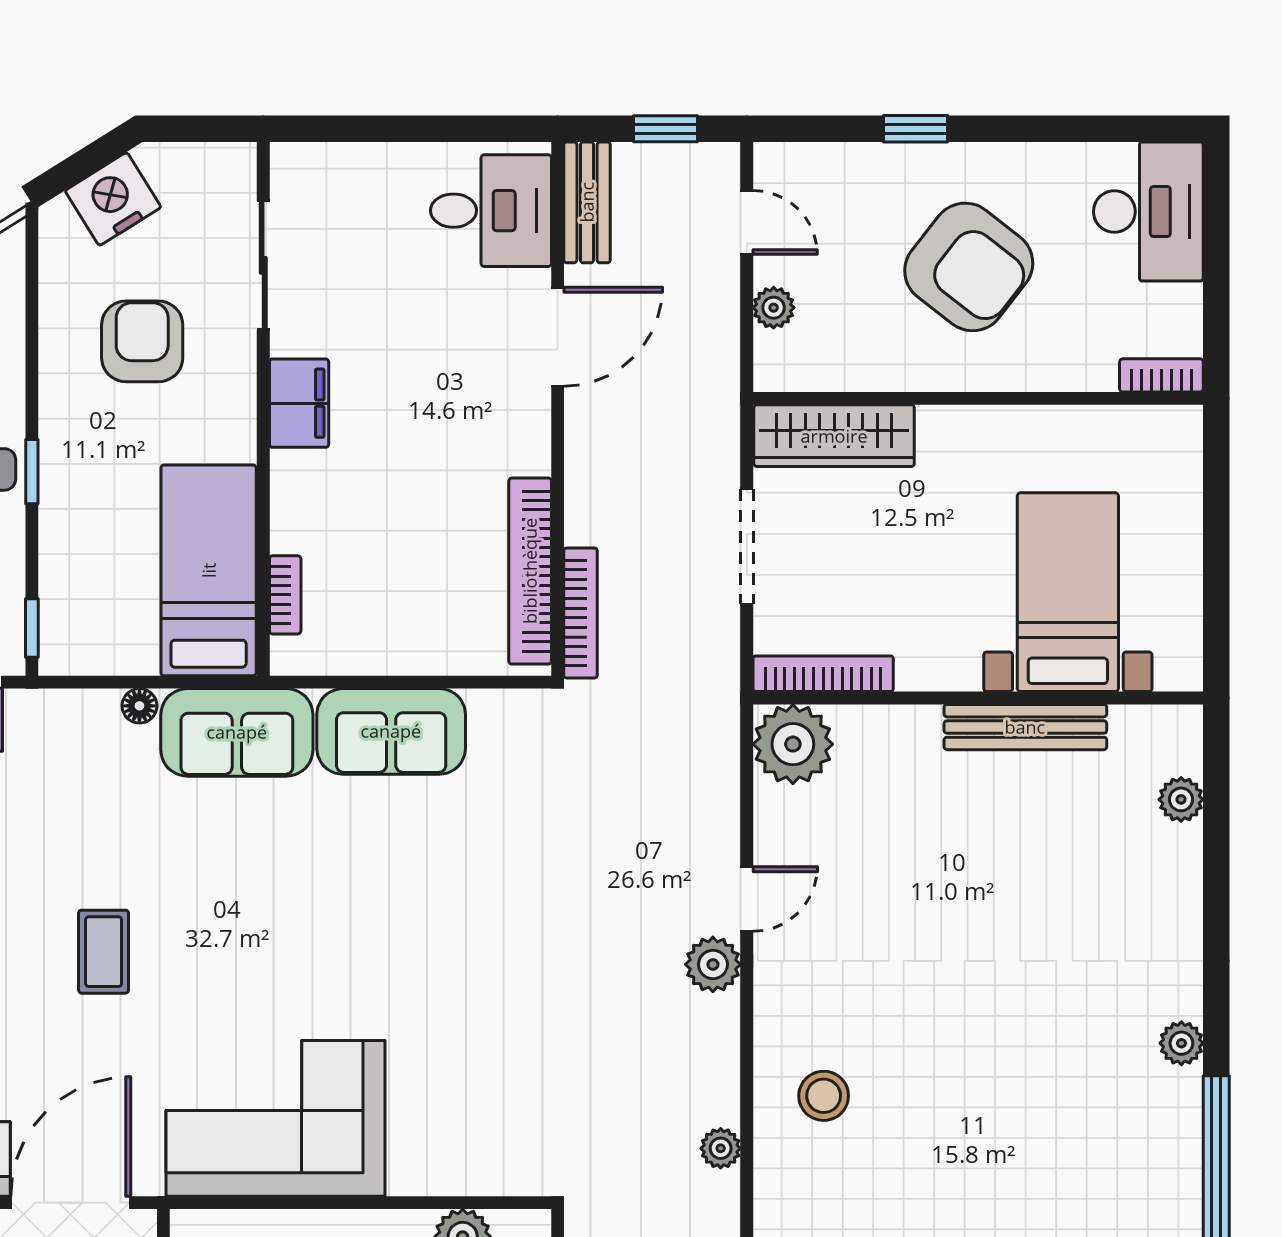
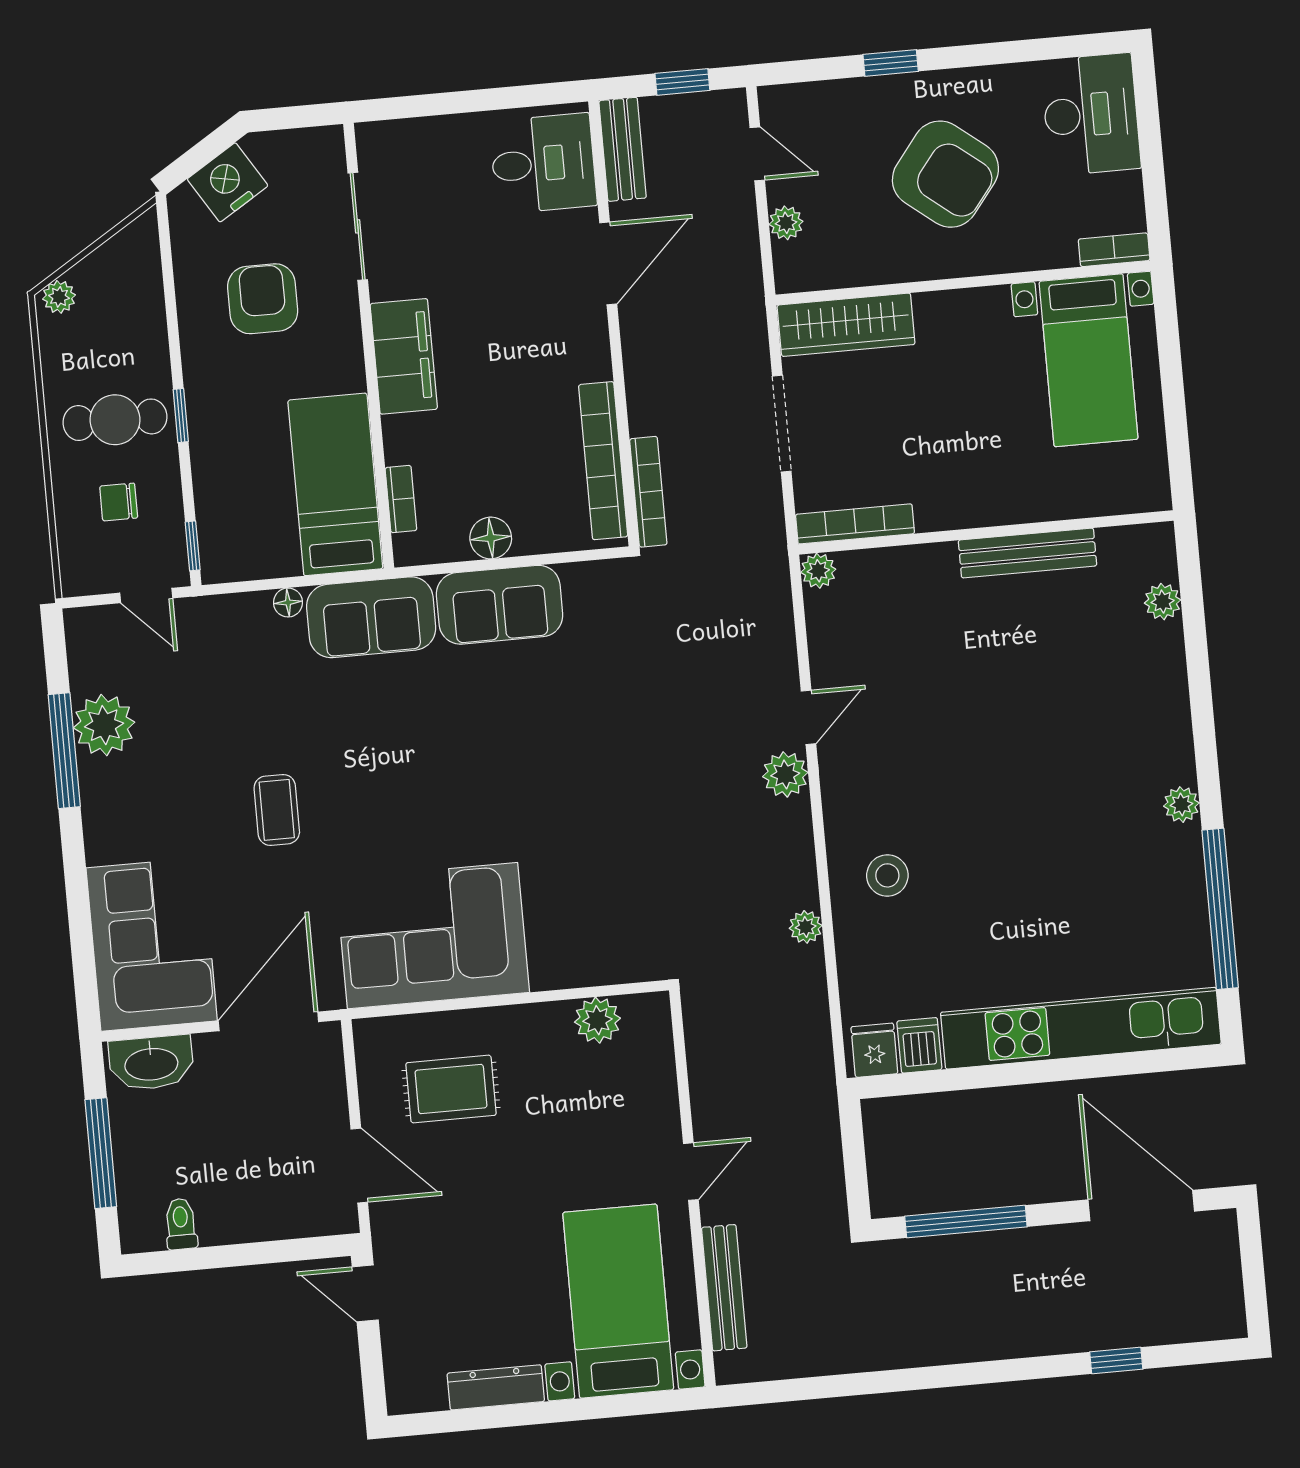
filing cabinet: (299, 403) -> (404, 356), width x1.50, depth x1.17
bed with nightstands: (1068, 592) -> (1089, 360), moved, turned 180
floor lamp: (388, 651) -> (491, 538), added
plant: (793, 744) -> (818, 571), width x0.53, depth x0.53

